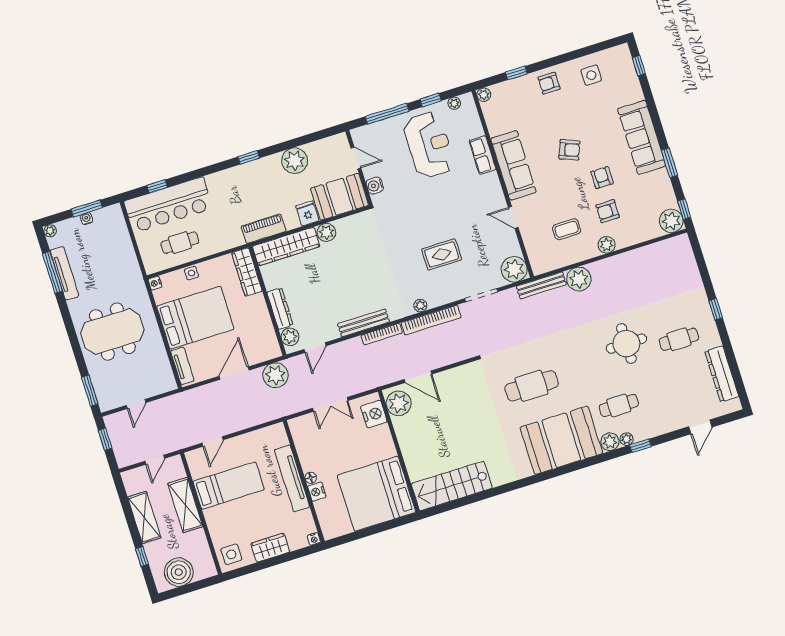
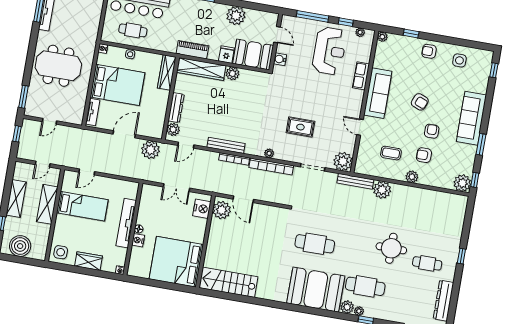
cafe table: (619, 405) -> (365, 286), width x1.37, depth x1.35

